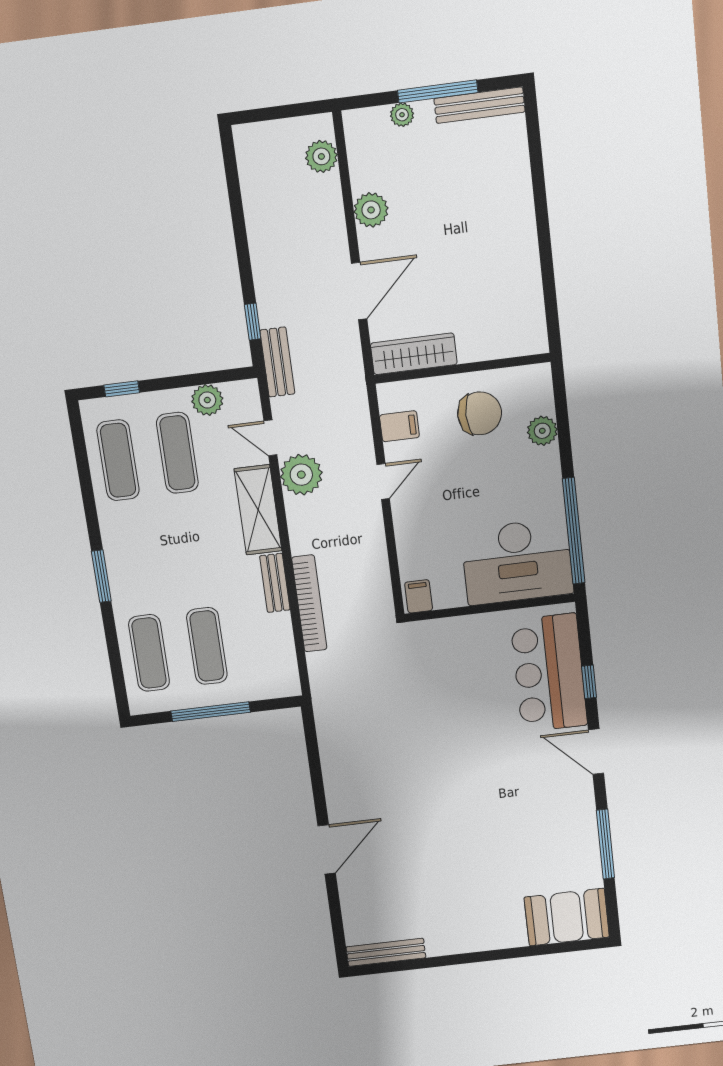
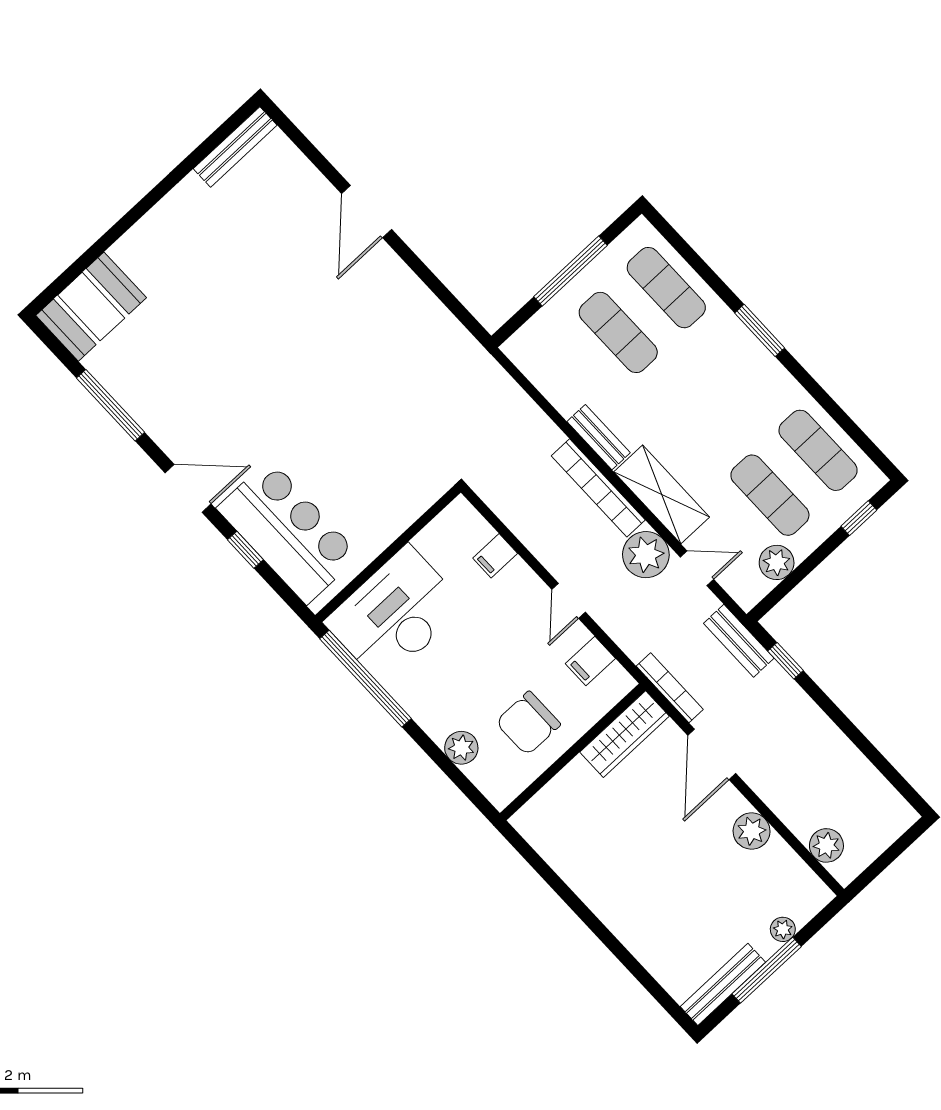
bookcase: (355, 364) -> (670, 688), added
filing cabinet: (419, 596) -> (495, 556), moved, turned 90
bookcase: (309, 604) -> (598, 488), moved

